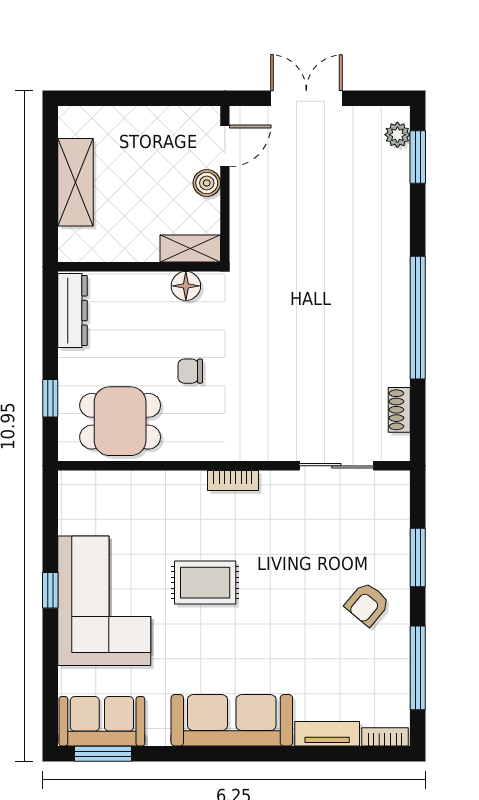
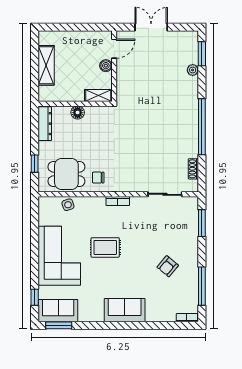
plant: (397, 135) -> (193, 70), moved
floor lamp: (186, 286) -> (78, 112), moved
chair: (190, 371) -> (98, 178), moved
side table: (124, 489) -> (68, 205), added
window: (418, 558) -> (202, 223), moved
window: (50, 590) -> (35, 297), moved
armchair: (367, 604) -> (168, 266), moved
sofa: (232, 720) -> (125, 310), width x0.73
tv unit: (327, 734) -> (161, 316), removed

